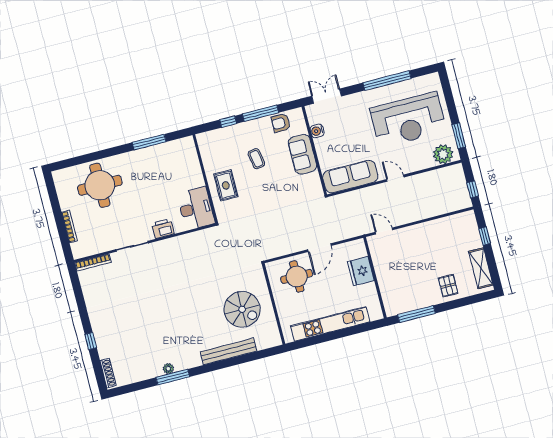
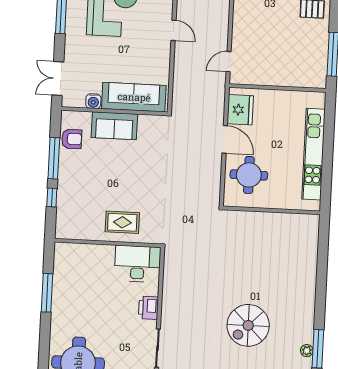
armchair: (281, 123) -> (72, 139), turned -90
coffee table: (256, 159) -> (103, 179), removed
sofa: (350, 177) -> (134, 97), moved, turned 90
door: (395, 178) -> (174, 30), swing flipped
fridge: (361, 271) -> (240, 110), moved, turned -90
spiral stairs: (242, 309) -> (248, 325), moved, turned 180
bench: (229, 351) -> (309, 277), removed

